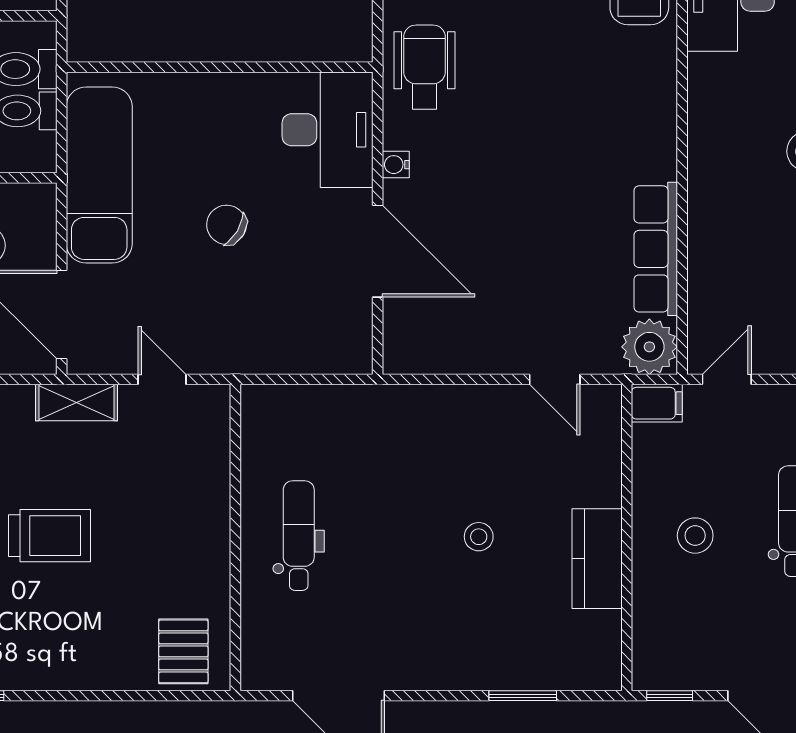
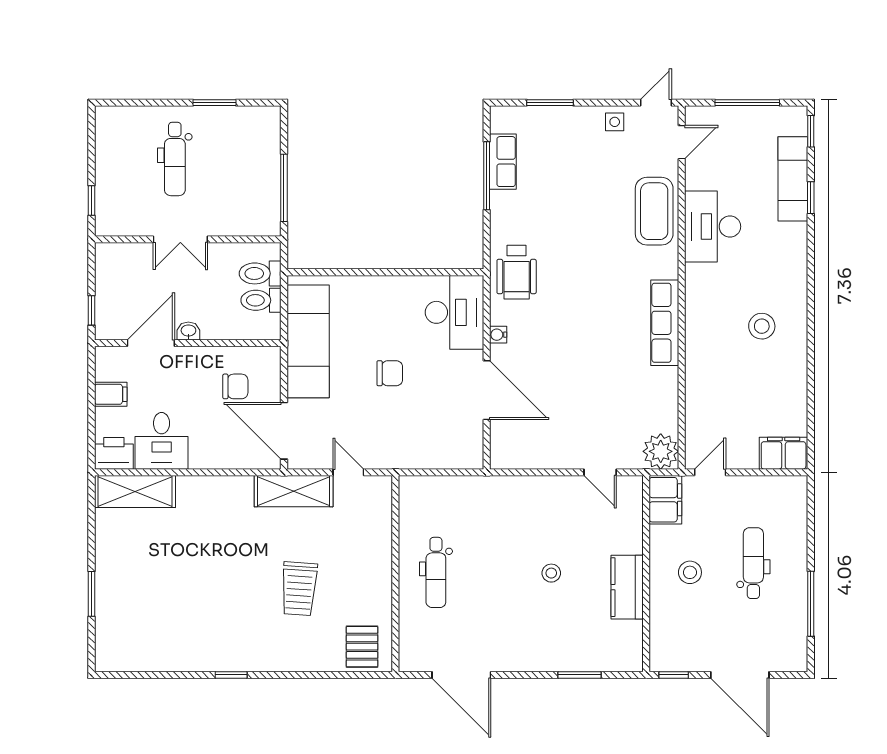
wheelchair: (425, 67) -> (517, 272), turned 180
chair: (227, 225) -> (390, 373), turned 149
row of seats: (656, 249) -> (665, 323), moved
shelving: (76, 403) -> (294, 491), width x1.50, depth x1.33
filing cabinet: (657, 403) -> (665, 500), width x2.00
trolley: (49, 536) -> (299, 589), moved, turned 94
dental chair: (299, 536) -> (436, 572), turned 180

